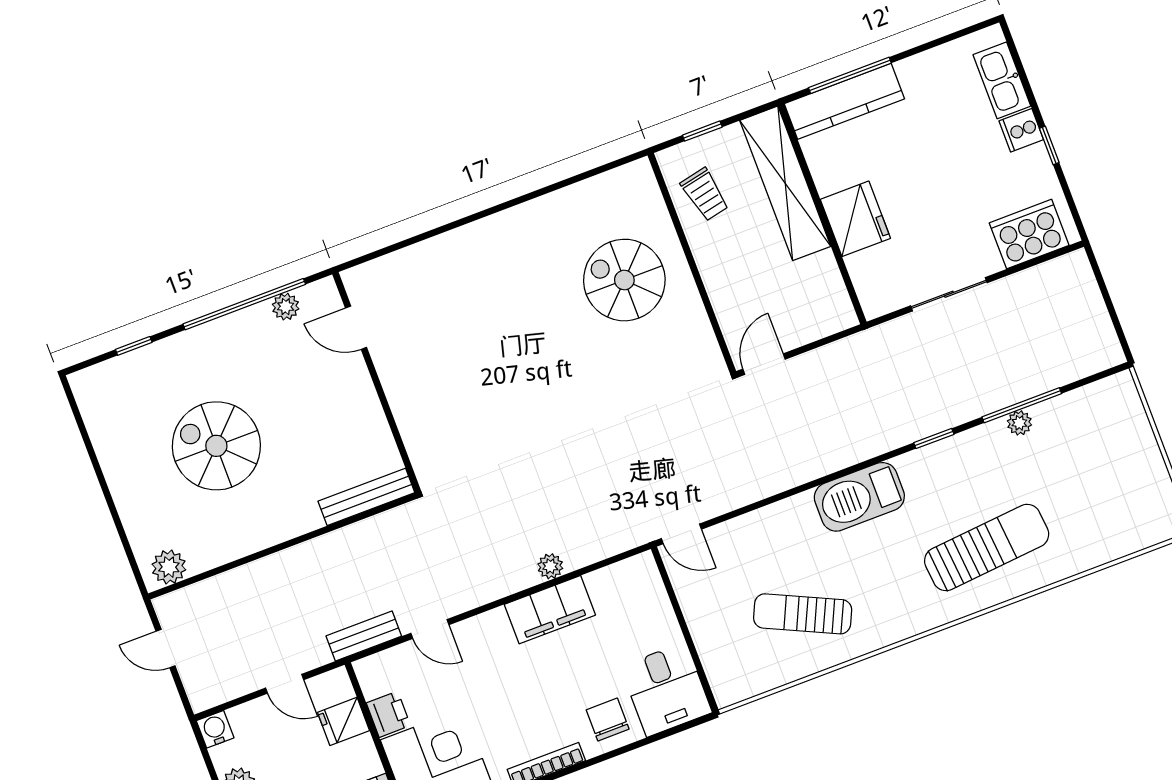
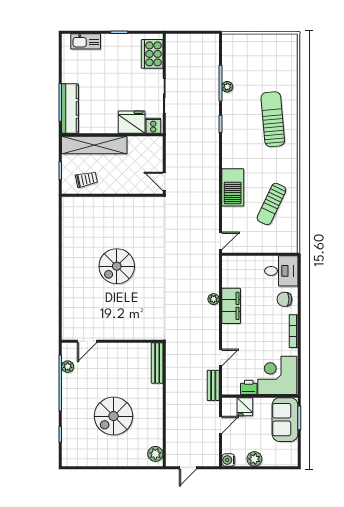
cooker: (1021, 130) -> (153, 126), moved, turned 180
fridge: (855, 219) -> (132, 122), moved
spiral stairs: (624, 280) -> (117, 266), moved
barbecue: (859, 497) -> (233, 187), moved

